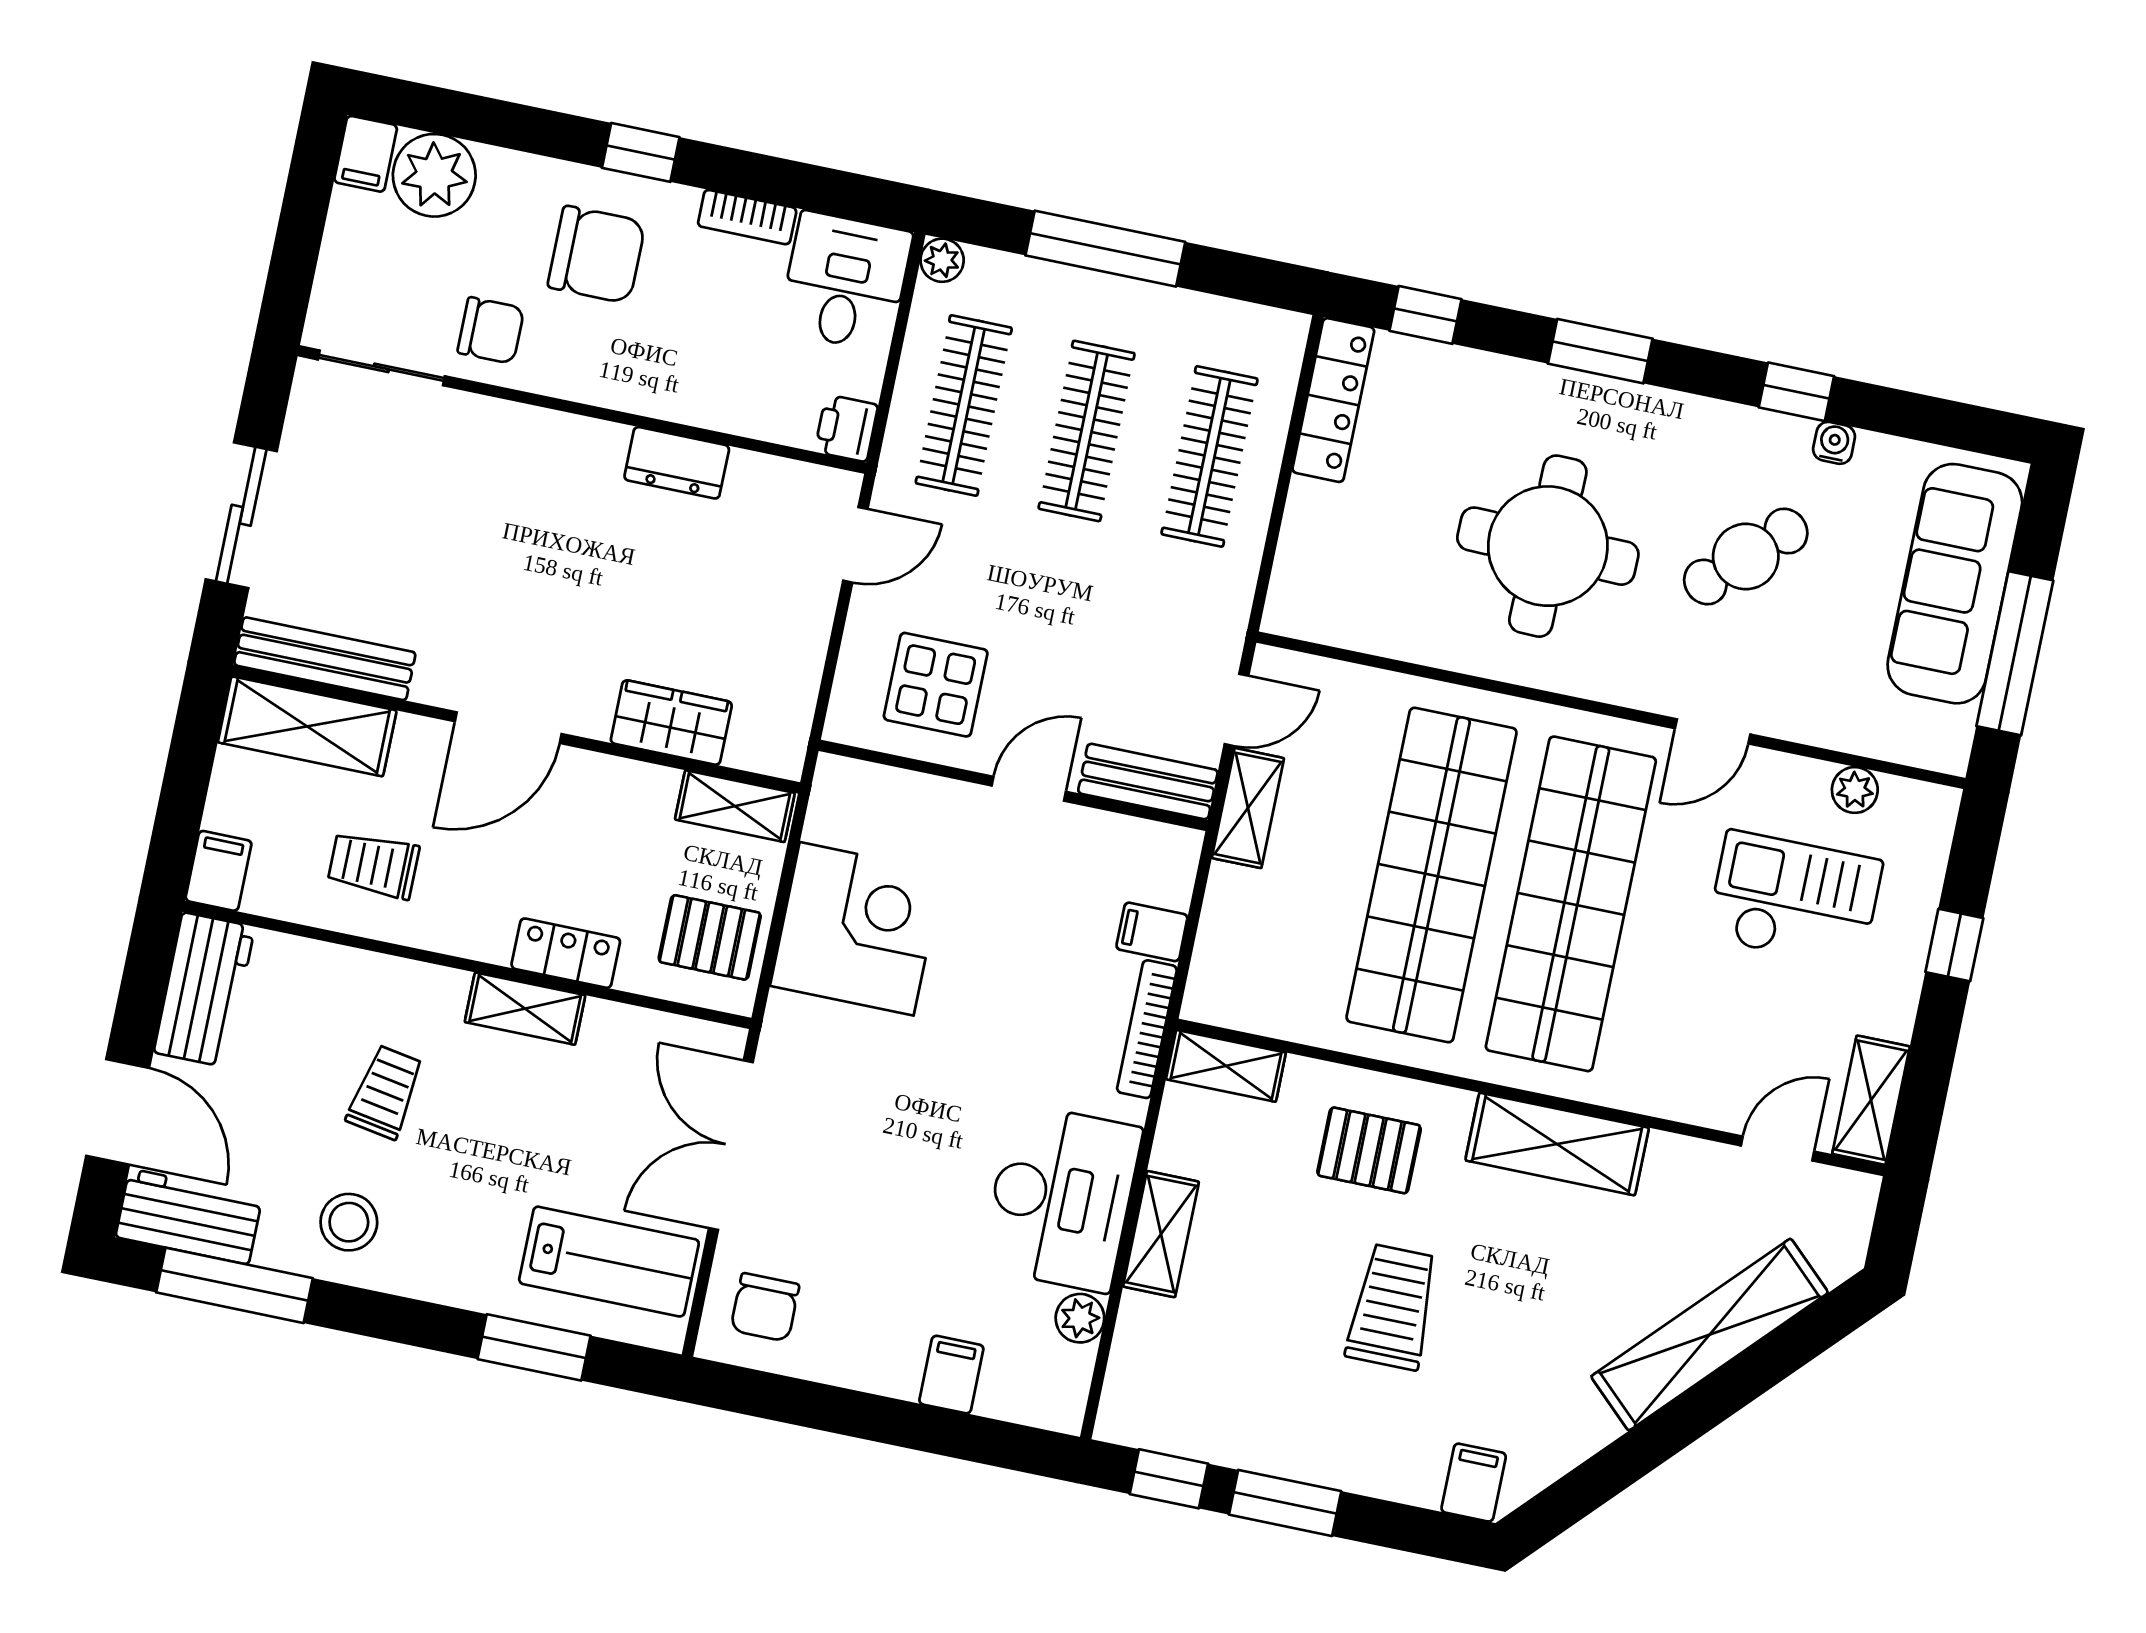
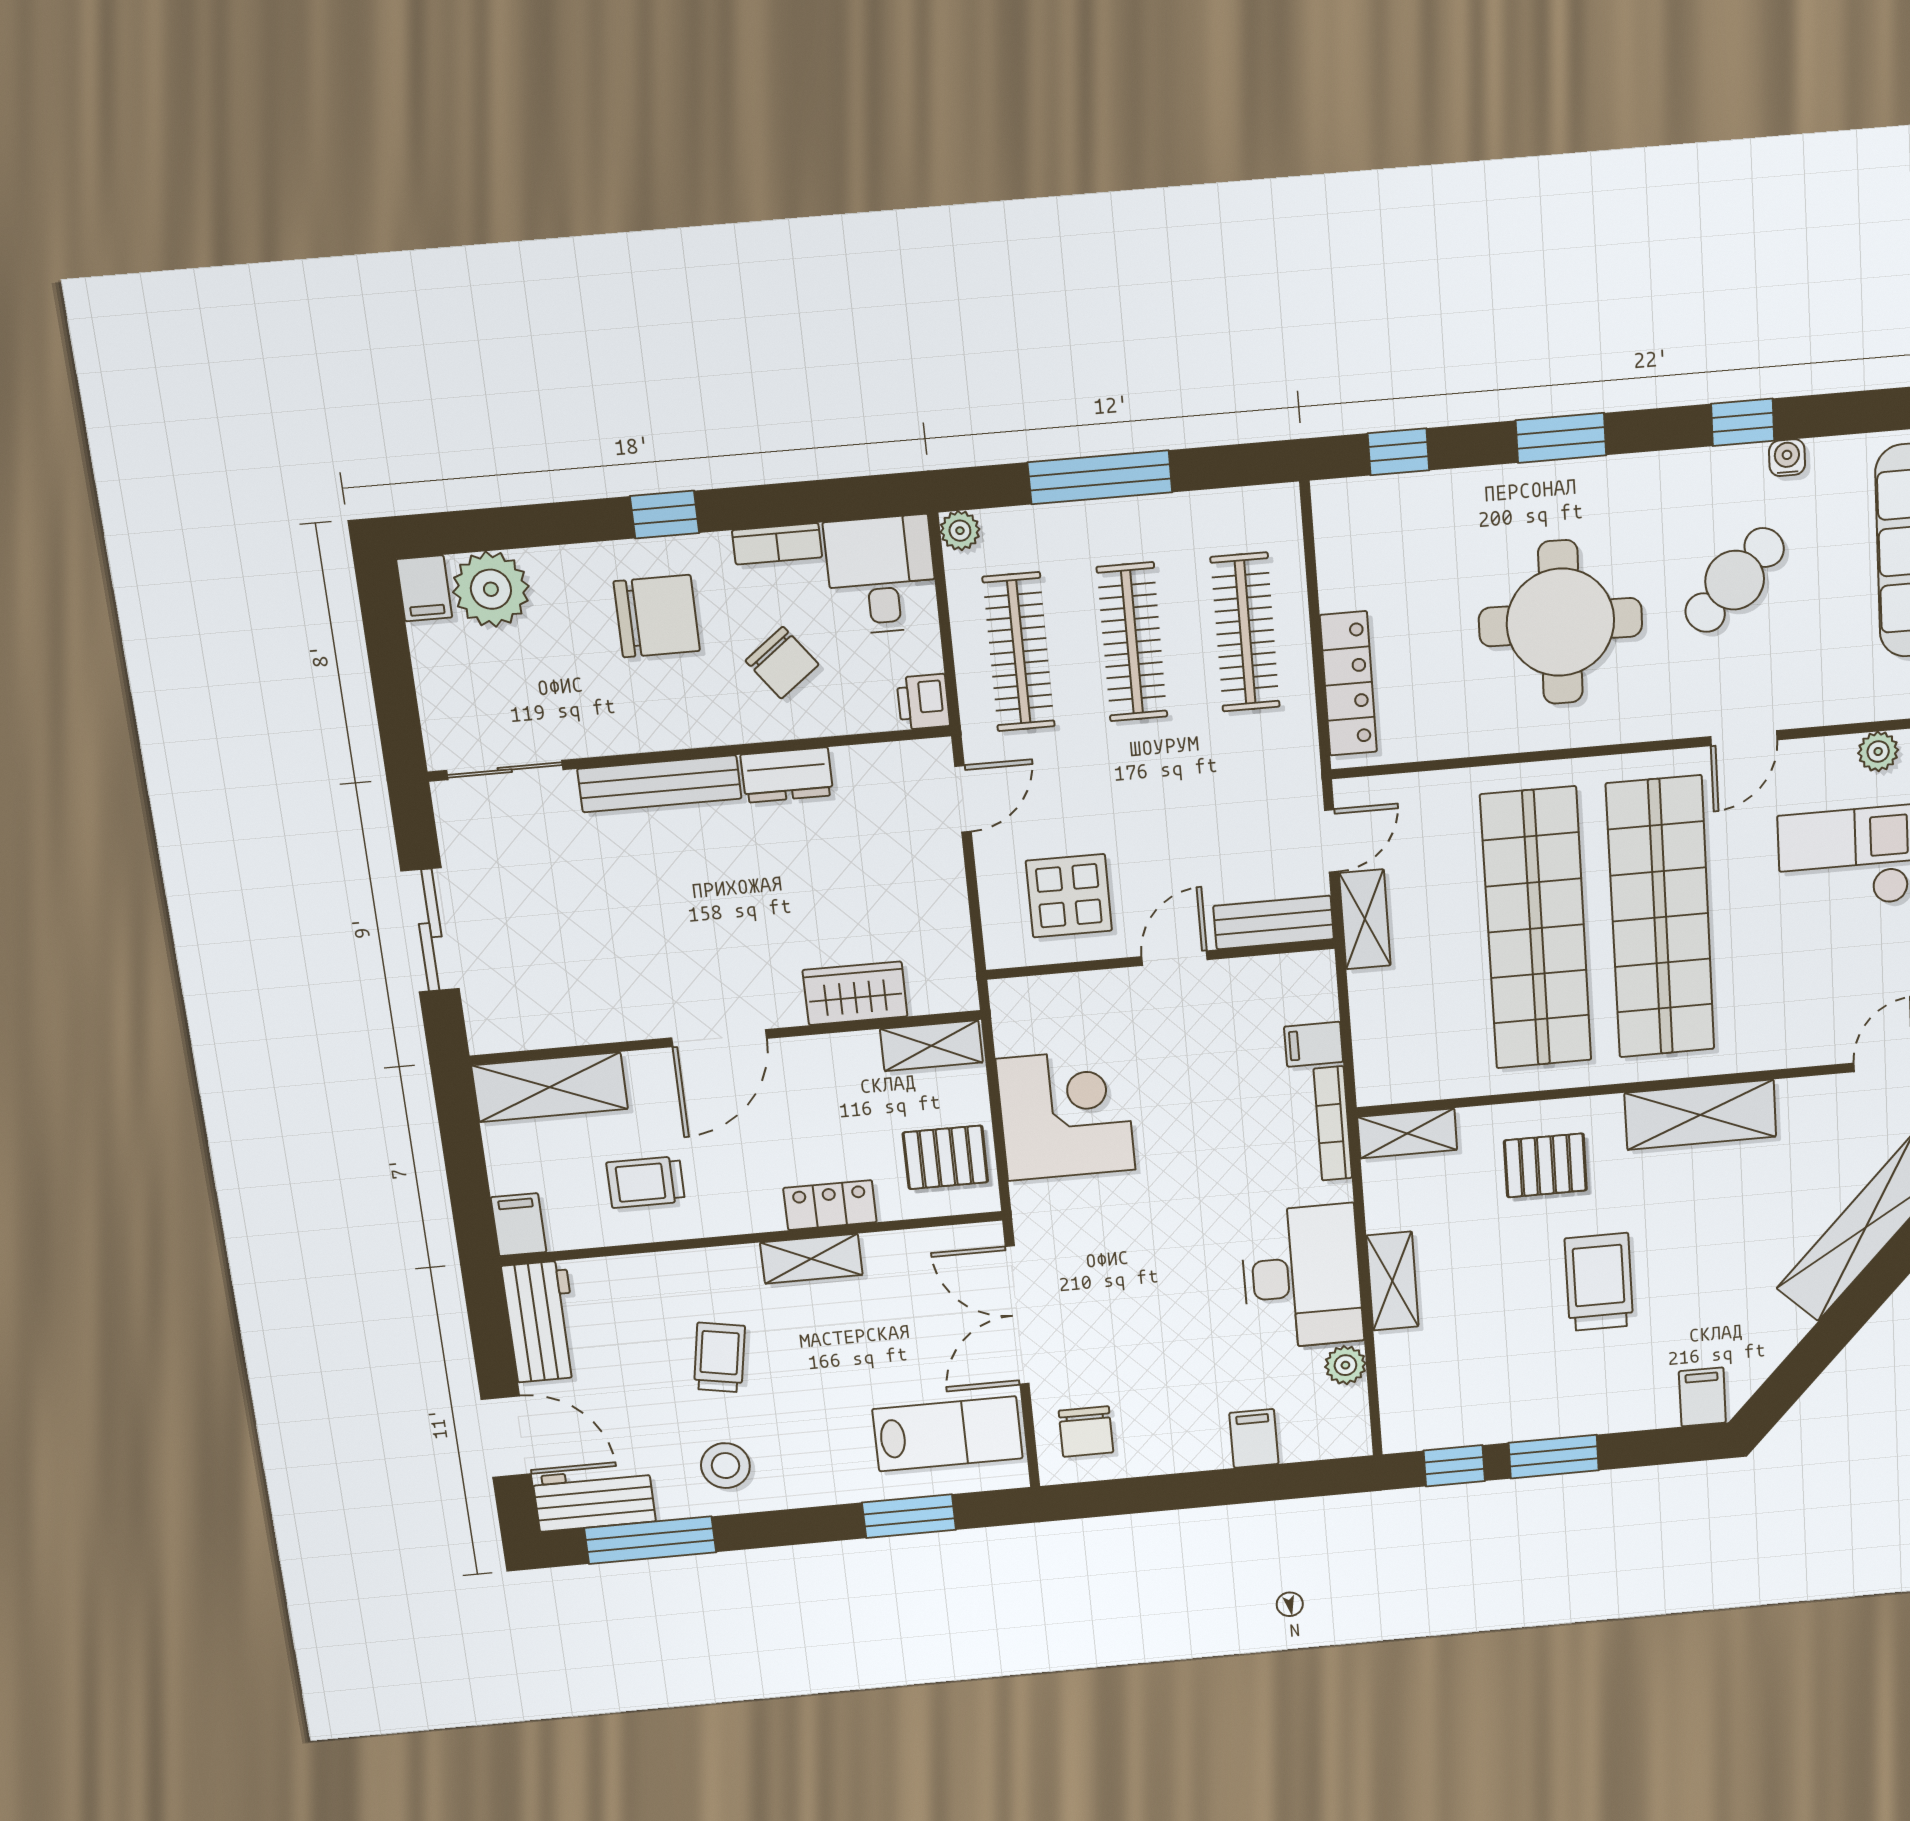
chair: (491, 330) -> (782, 663), moved, turned 53
locker: (1333, 400) -> (1348, 684), moved
bench: (325, 659) -> (659, 784), moved

